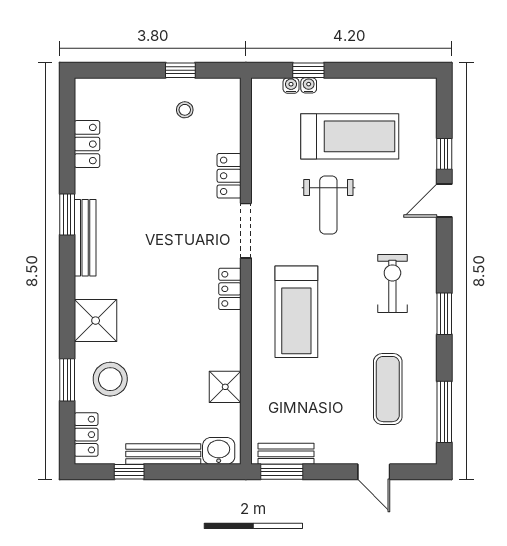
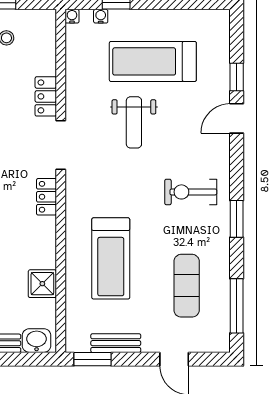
water cooler: (309, 85) -> (72, 16), moved
treadmill: (350, 136) -> (153, 61), turned 180
exercise bike: (392, 283) -> (191, 192), turned -90
treadmill: (296, 312) -> (111, 258), moved
bench: (286, 454) -> (116, 343), moved

